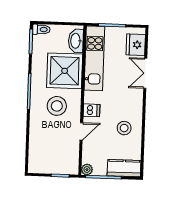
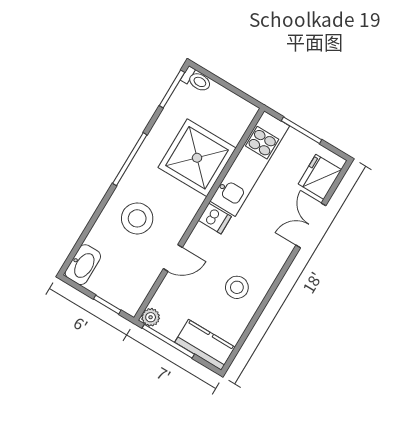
washbasin: (76, 41) -> (83, 265), moved, turned 180
stool: (57, 106) -> (137, 218), moved
dishwasher: (92, 110) -> (215, 218), moved

